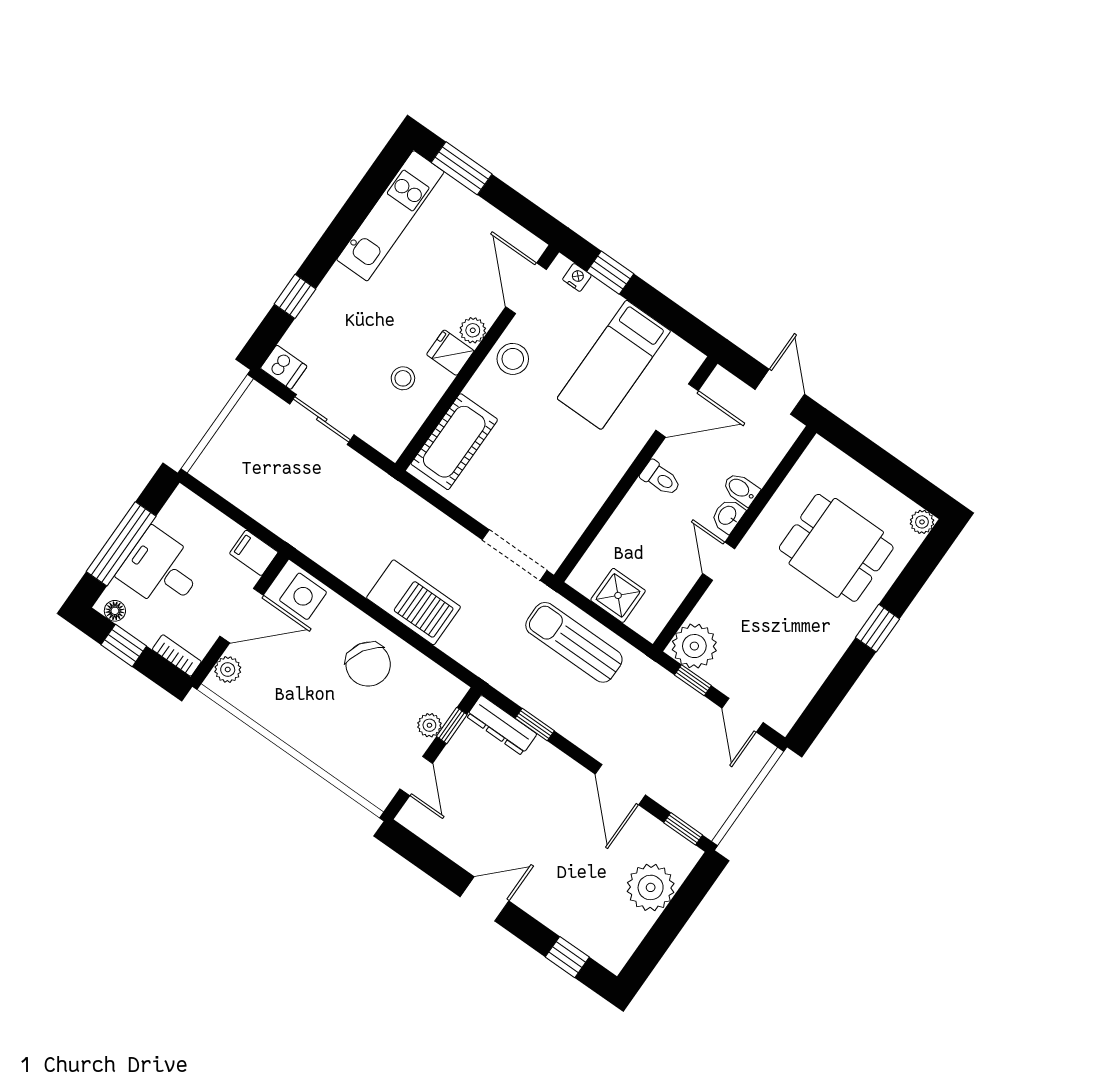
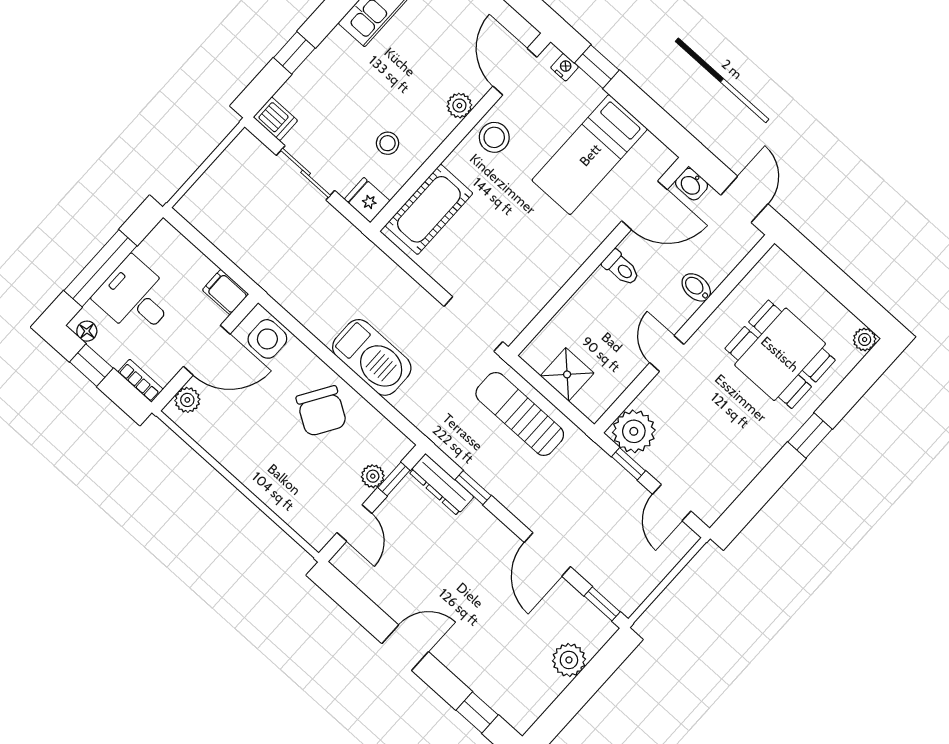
fridge: (450, 353) -> (367, 200), moved
washbasin: (728, 516) -> (692, 184), moved, turned -90
plant: (651, 887) -> (569, 660), width x0.73, depth x0.73

